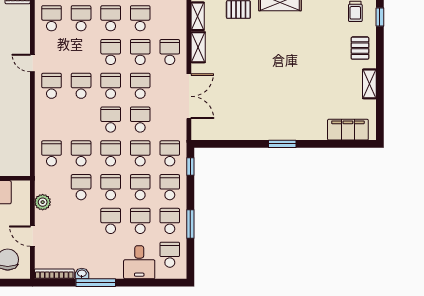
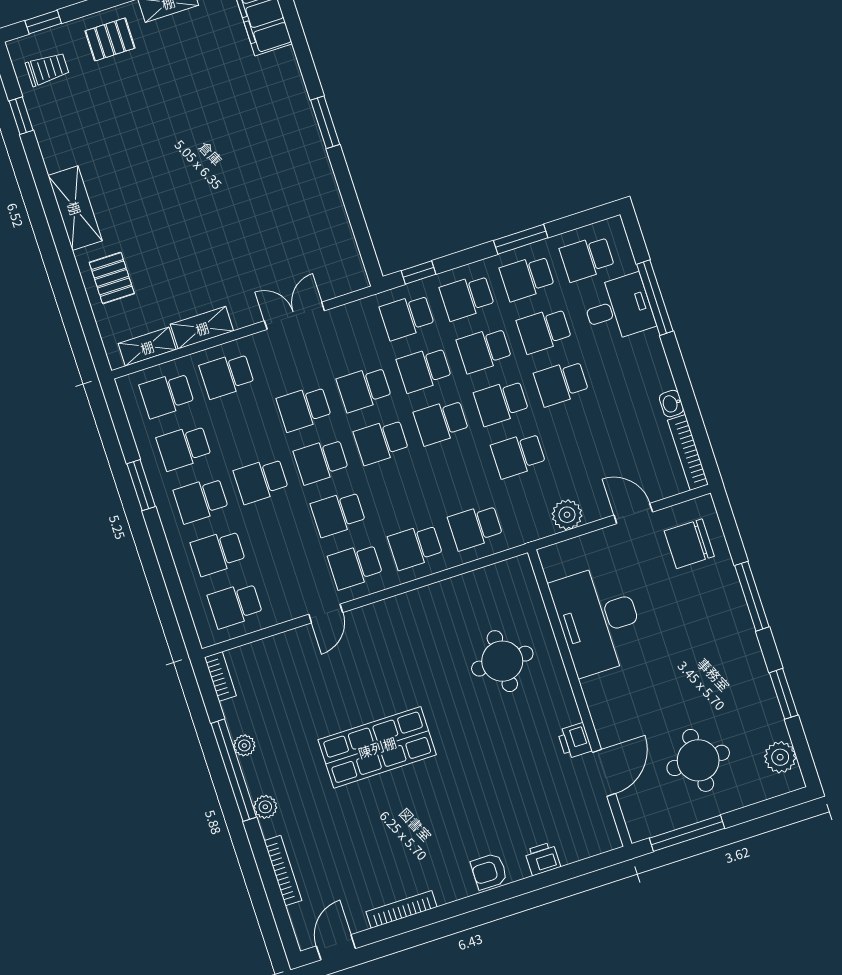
school desk: (140, 52) -> (167, 395), moved
double door: (189, 96) -> (294, 316), width x0.73
school desk: (81, 153) -> (415, 547), moved
door: (32, 236) -> (633, 513), swing flipped
window: (96, 283) -> (655, 298), moved

